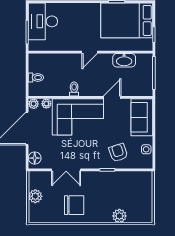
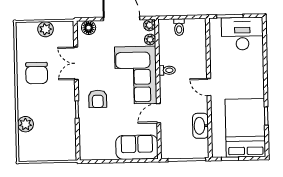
door: (112, 97) -> (159, 113), swing flipped
side table: (146, 149) -> (101, 153), removed
armchair: (118, 153) -> (98, 99), moved, turned 108

